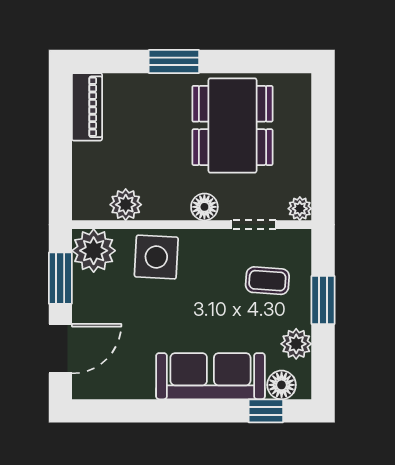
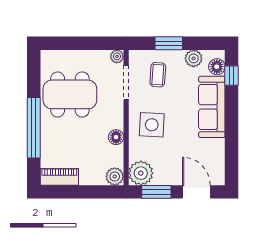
window: (174, 61) -> (34, 128), width x2.11
plant: (126, 205) -> (115, 176), moved
floor lamp: (204, 207) -> (116, 137), moved
doorway: (253, 225) -> (126, 83), width x1.38
side table: (156, 257) -> (152, 125), moved

